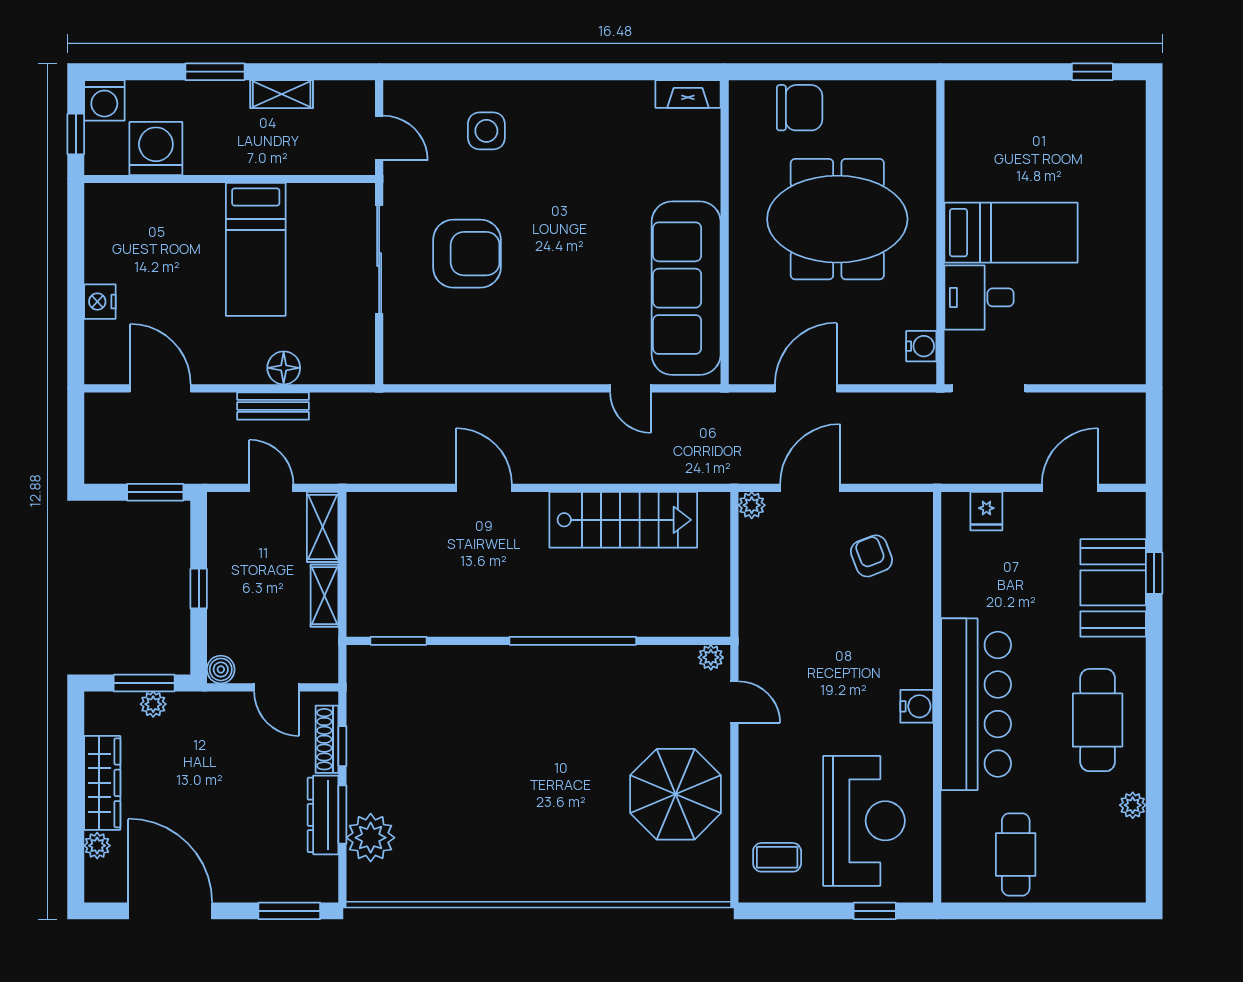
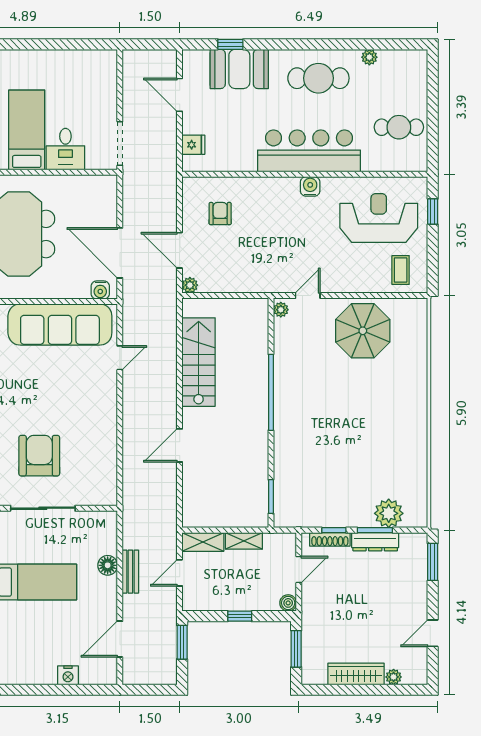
water cooler: (921, 346) -> (100, 290), moved, turned 180
door: (806, 388) -> (120, 253), width x1.36
armchair: (871, 556) -> (220, 214), turned 111
plant: (153, 704) -> (309, 643), removed
door: (170, 911) -> (433, 633), width x0.53

